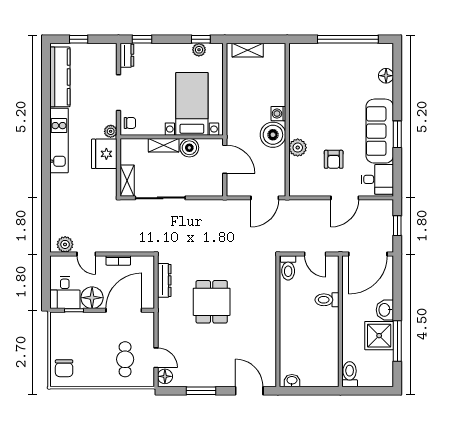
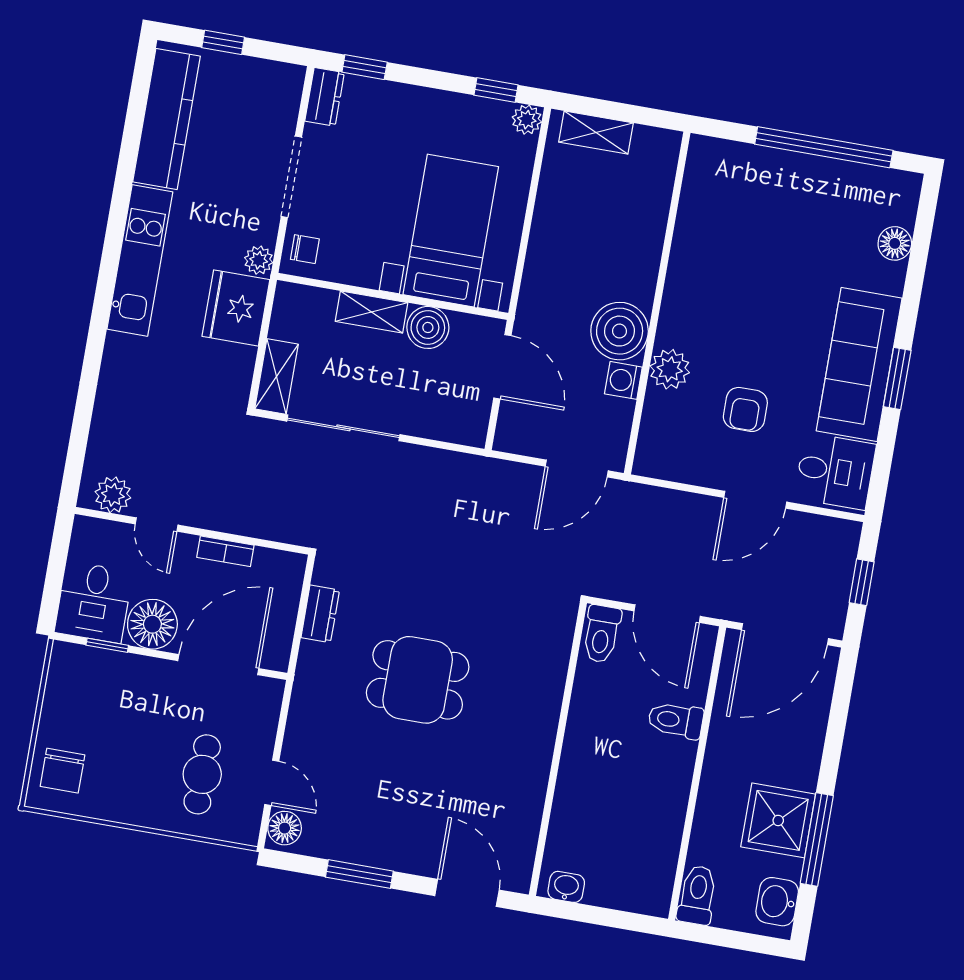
plant: (199, 50) -> (527, 120), moved
washing machine: (278, 114) -> (623, 380), moved
door: (315, 254) -> (667, 614), width x1.38
dresser: (164, 280) -> (320, 614), width x0.70
dining table: (212, 302) -> (418, 680), turned 90
washbasin: (385, 310) -> (777, 902), moved

